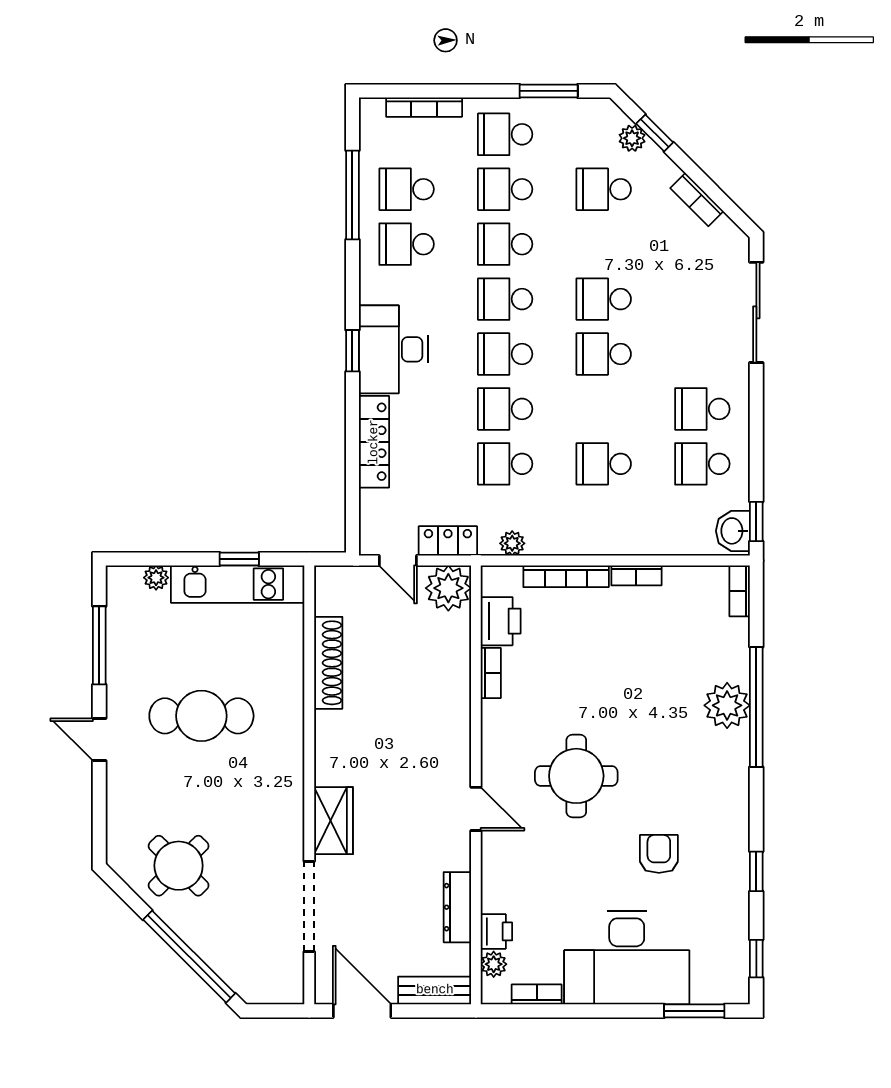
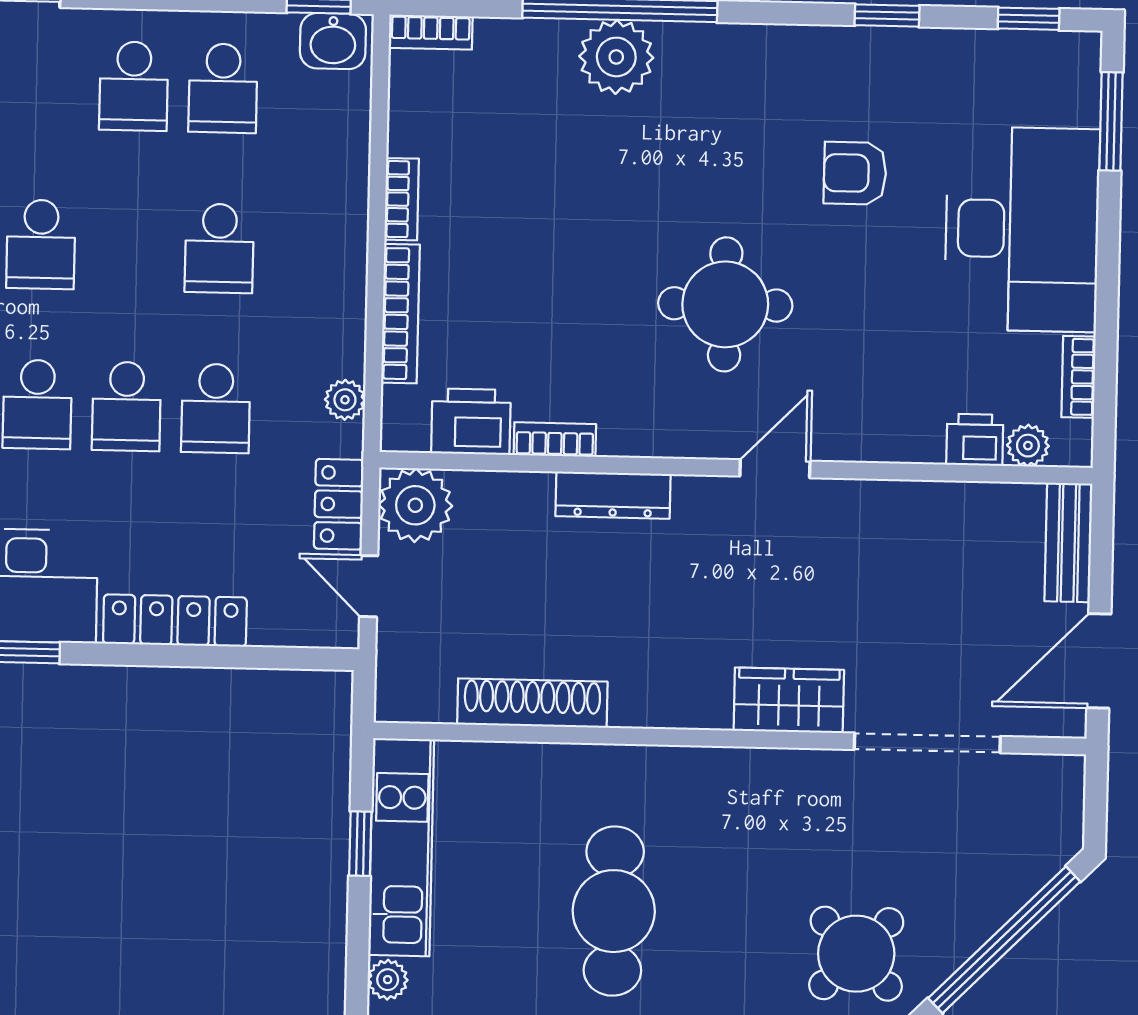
door: (398, 561) -> (369, 586), swing flipped
dresser: (457, 907) -> (613, 495), moved

